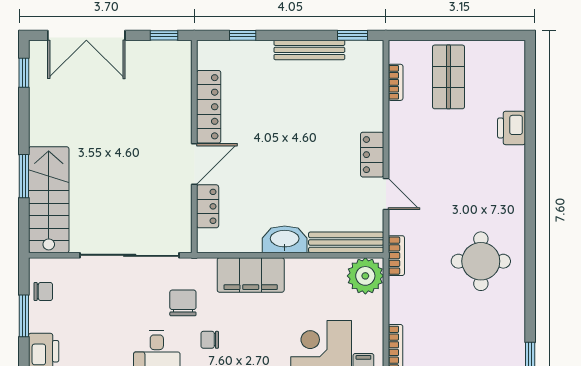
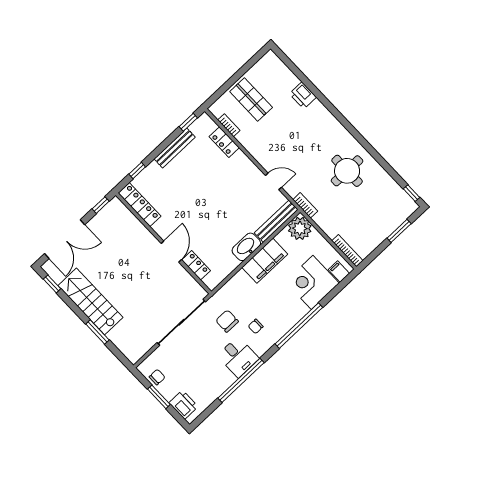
locker: (209, 107) -> (139, 205), moved
locker: (372, 155) -> (224, 142), moved
stairs: (49, 200) -> (90, 301), moved
filing cabinet: (251, 275) -> (265, 261), moved

